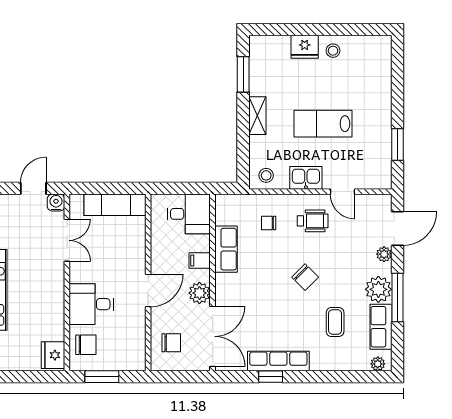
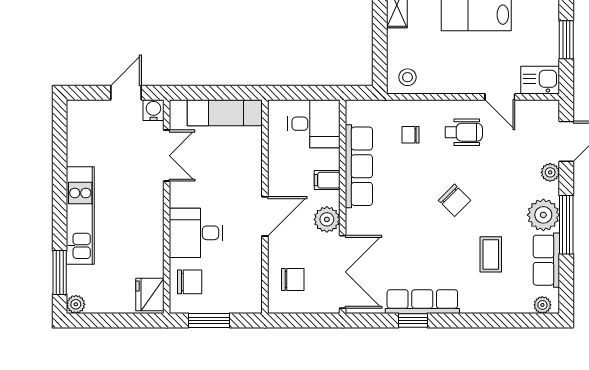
kitchen sink: (306, 178) -> (540, 80), moved
row of seats: (226, 249) -> (359, 166), width x1.48

